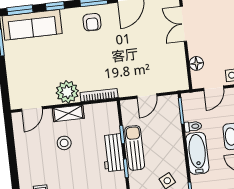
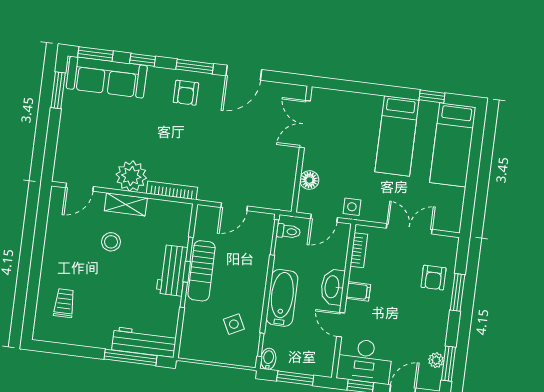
toilet: (193, 126) -> (289, 231), moved
sun lounger: (135, 148) -> (202, 271), turned 180

